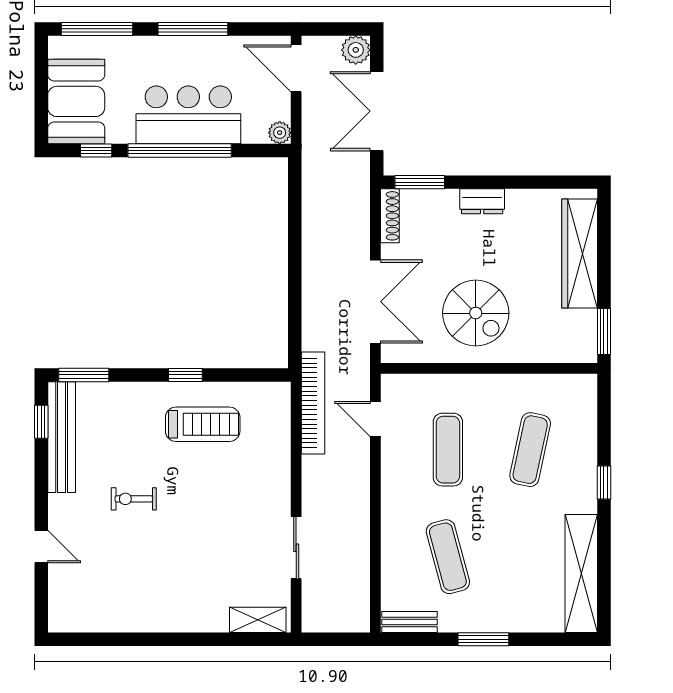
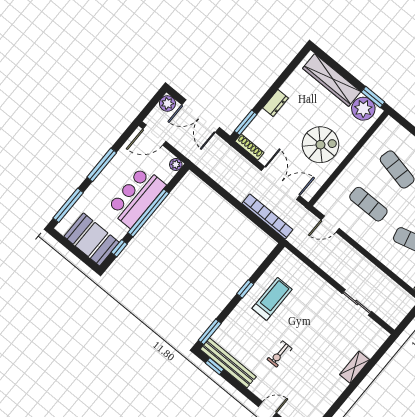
plant: (576, 331) -> (363, 109), added
bookcase: (313, 403) -> (267, 216), moved
shelving: (258, 620) -> (355, 367), moved

